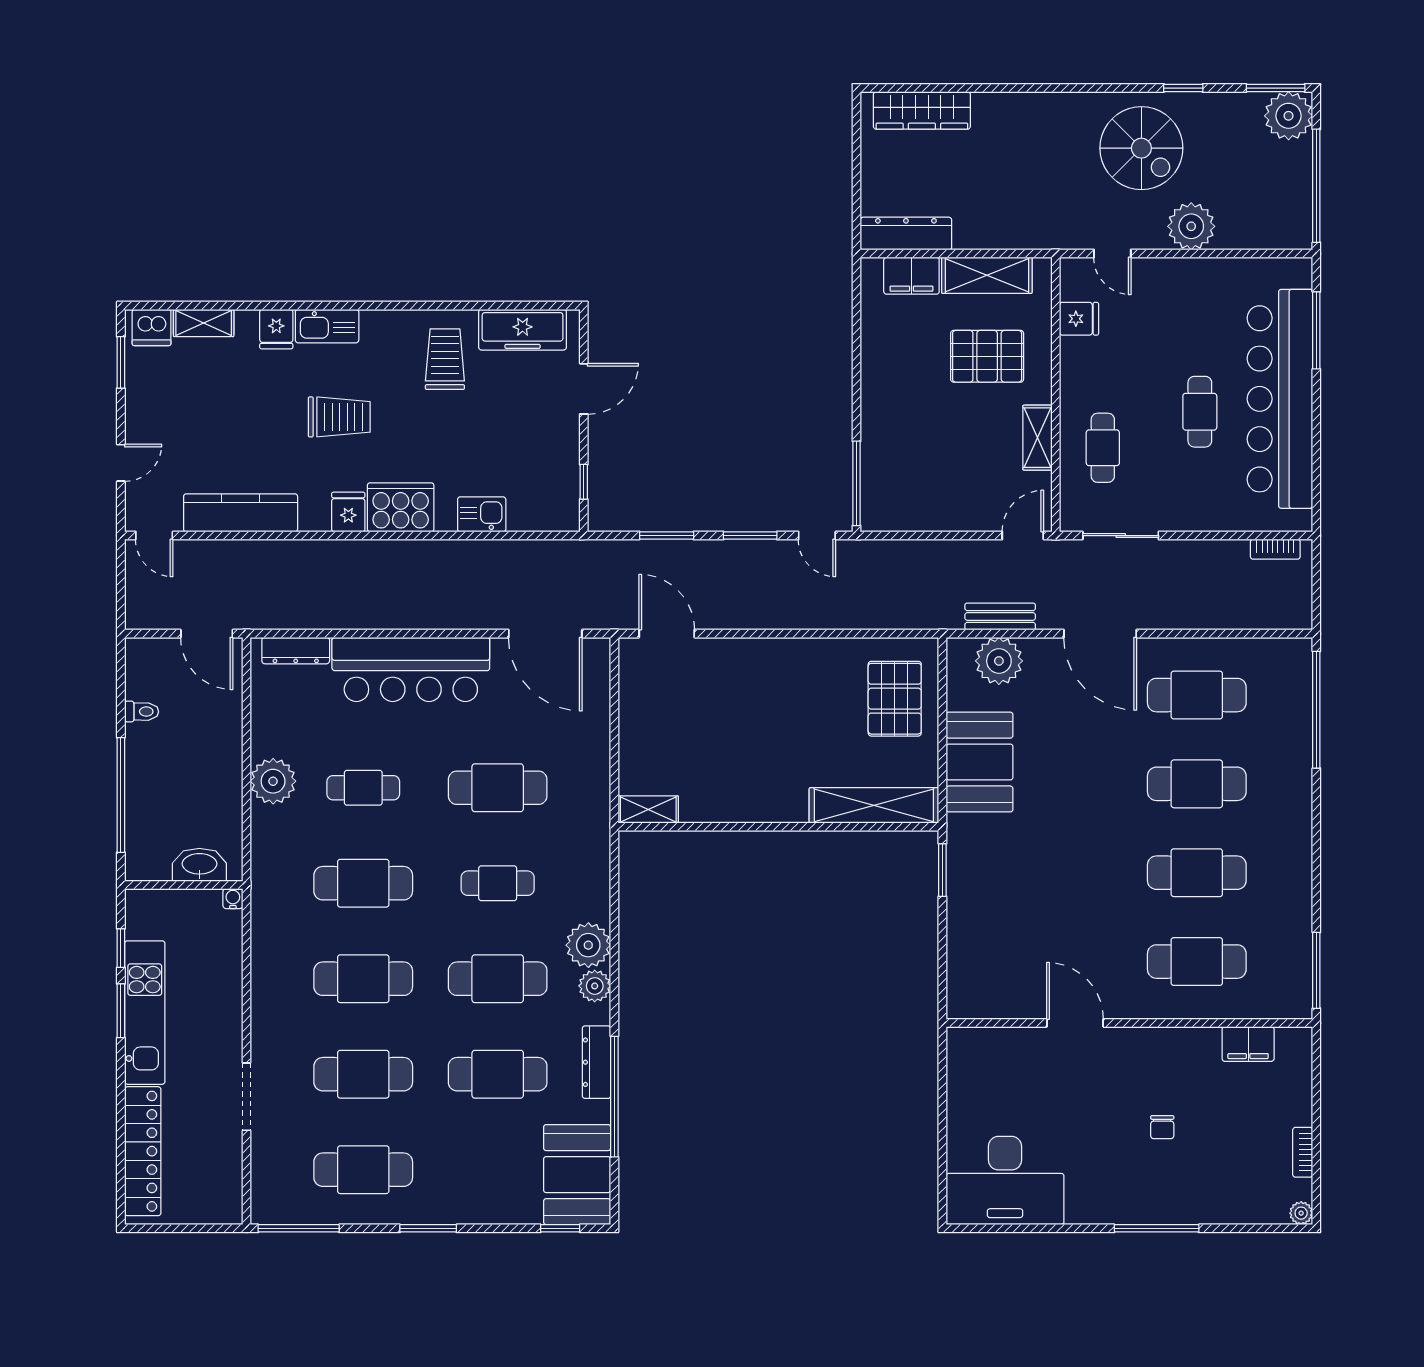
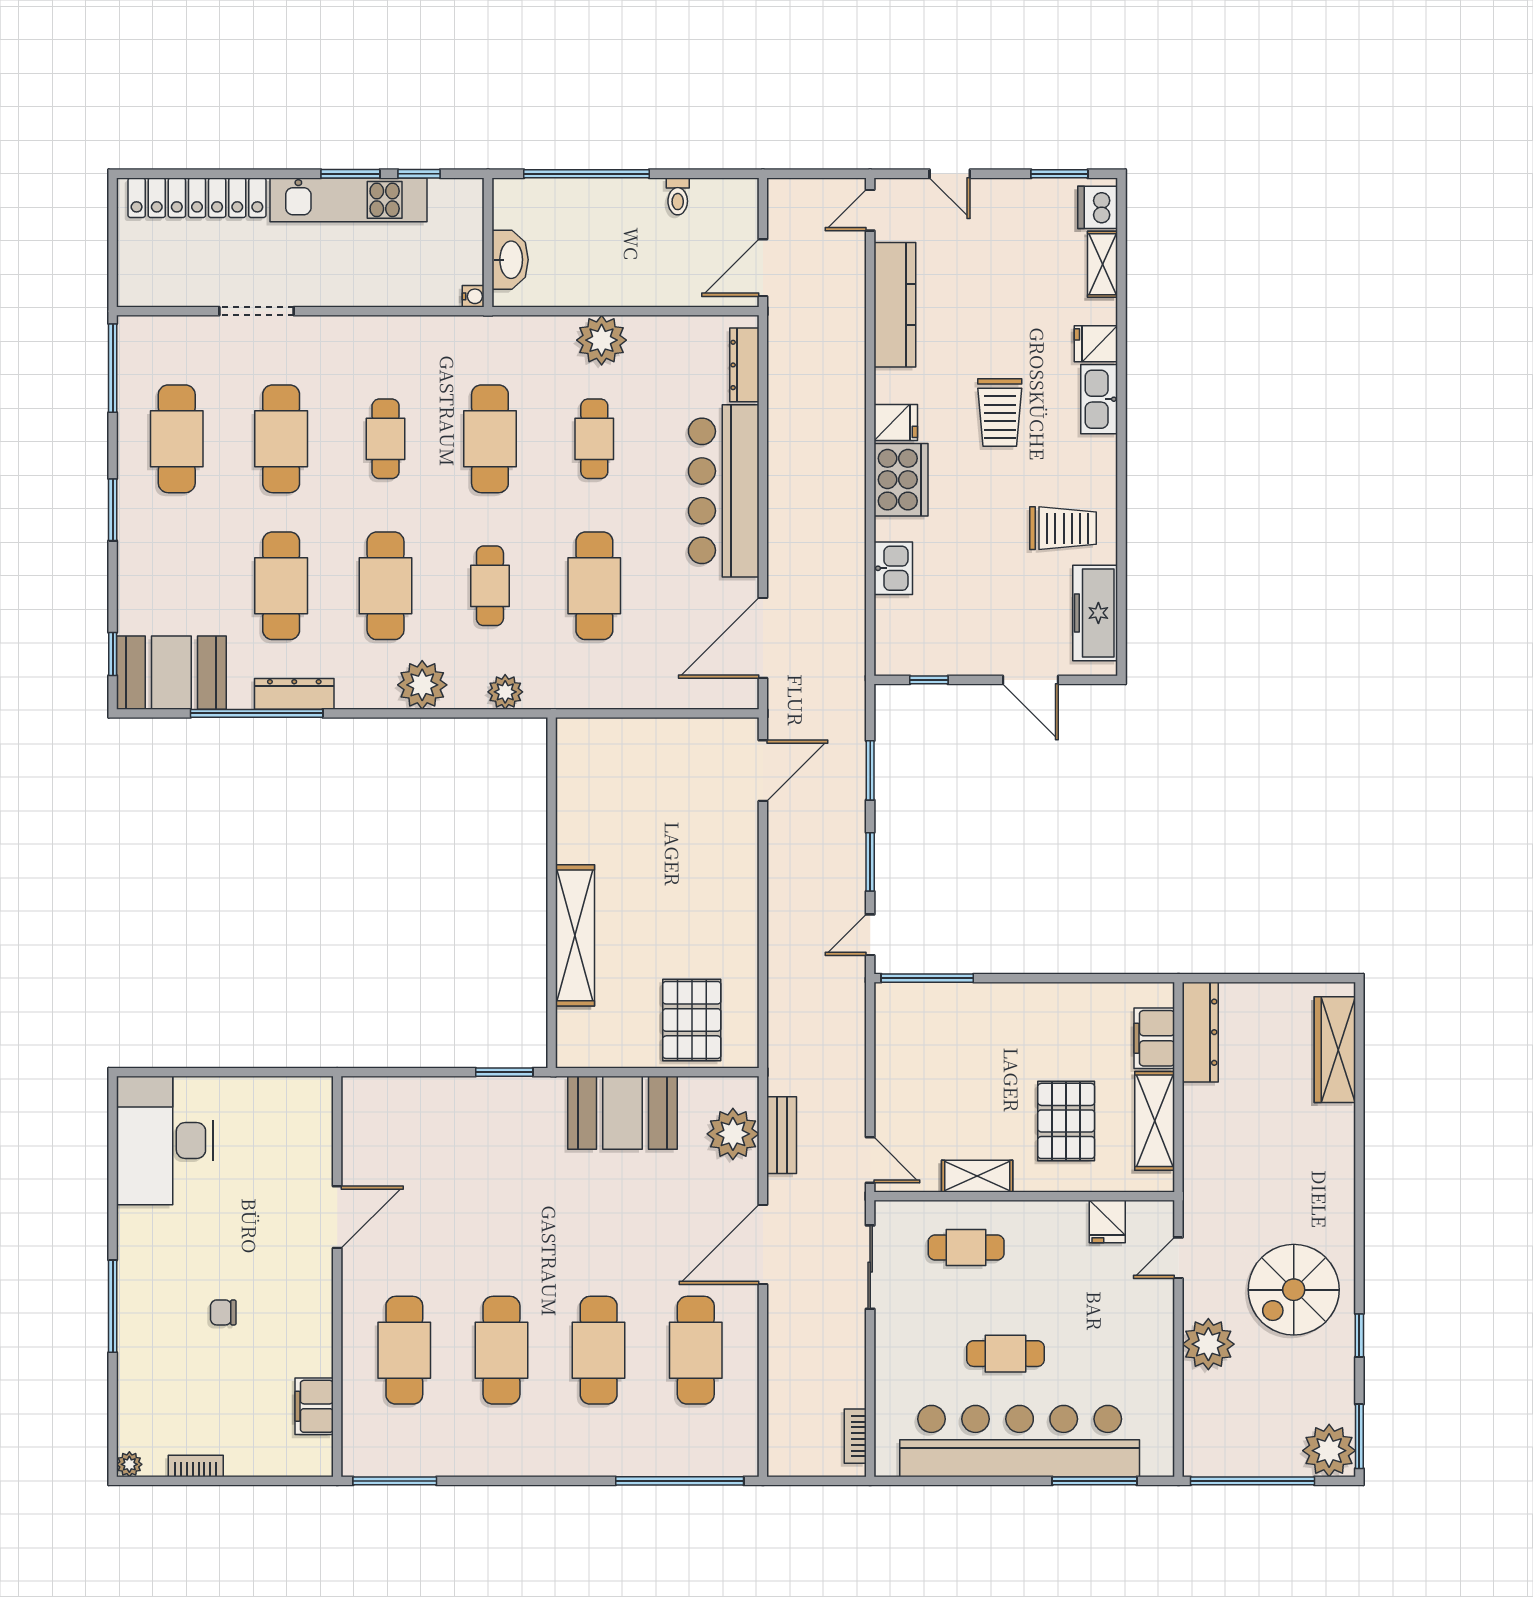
pallet: (895, 699) -> (692, 1020), turned 90
shelving: (874, 805) -> (575, 935), moved
shelving: (648, 809) -> (571, 750), removed
cafe table: (363, 979) -> (386, 439), width x0.73, depth x0.74
plant: (595, 986) -> (505, 692), moved

